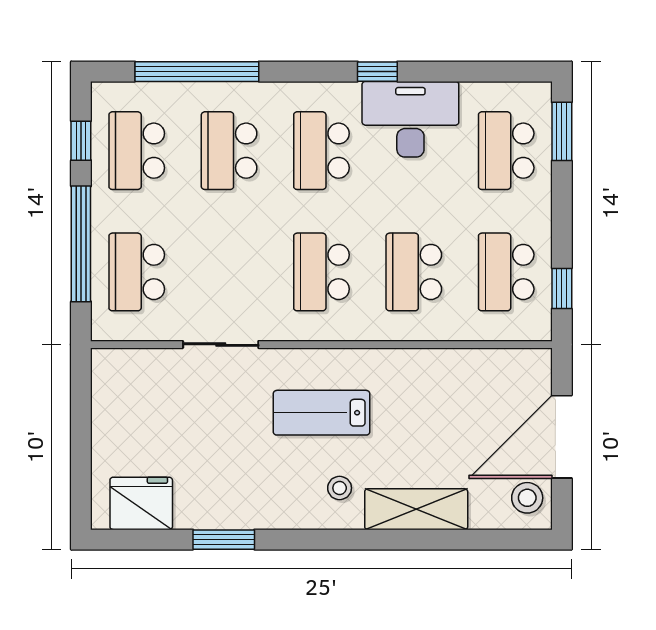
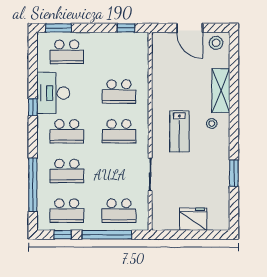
school desk: (506, 272) -> (119, 52), removed
door: (562, 437) -> (190, 28), width x0.73
fridge: (141, 503) -> (193, 219), moved, turned 90

